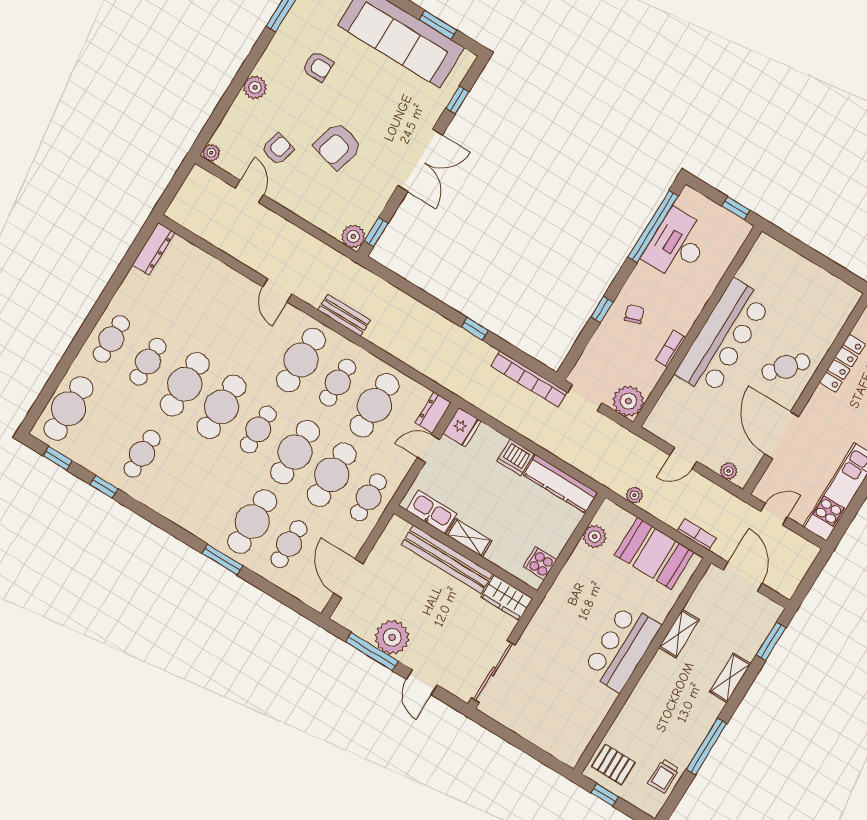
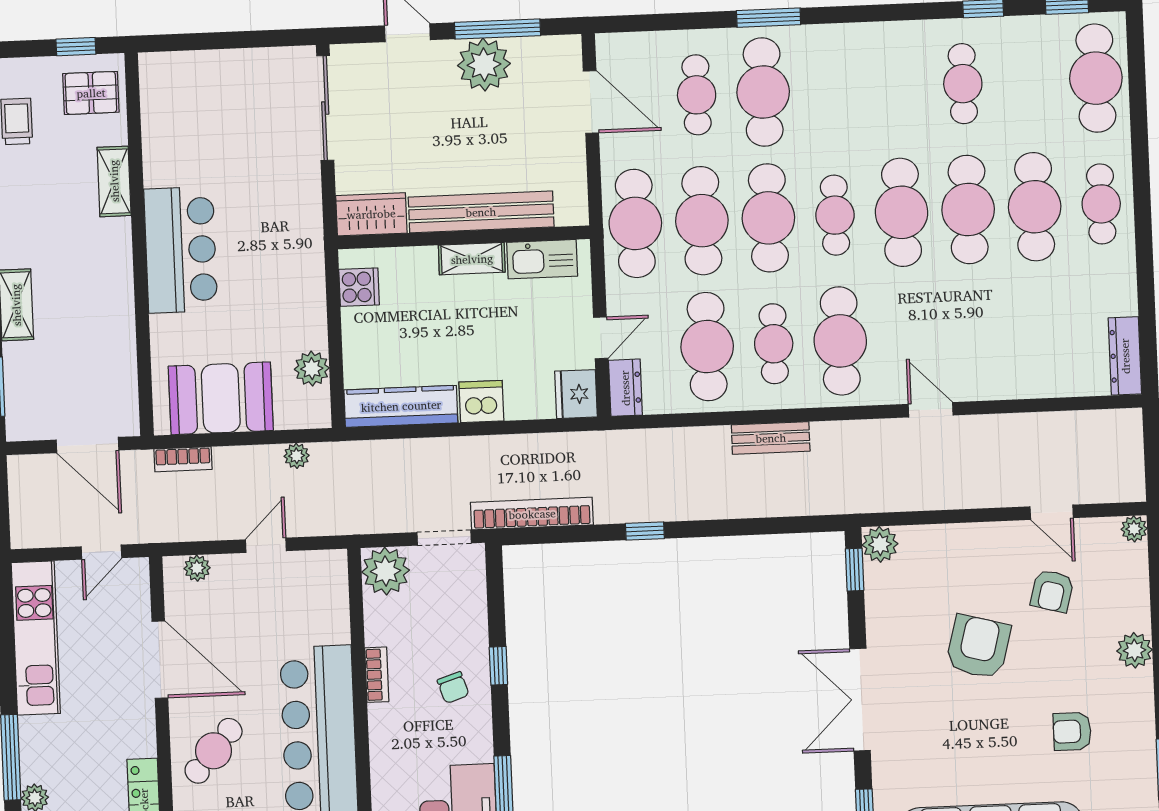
bench: (344, 315) -> (771, 438), moved
cafe table: (148, 362) -> (1035, 207), width x1.37, depth x1.35
cafe table: (368, 497) -> (635, 223), width x1.37, depth x1.35
shelving: (679, 634) -> (114, 181), moved

